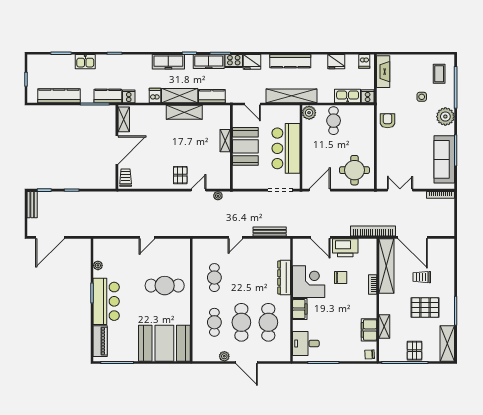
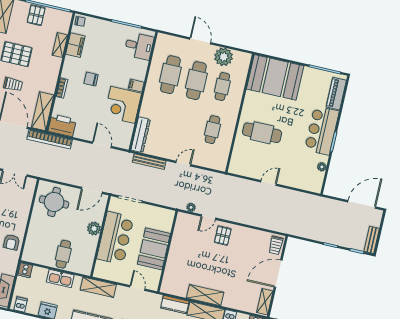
shelving: (291, 96) -> (98, 287), width x0.68
kitchen sink: (348, 96) -> (60, 278), moved
plant: (309, 113) -> (94, 229), moved
shelving: (225, 141) -> (172, 259), removed
printer: (345, 248) -> (62, 125), moved
shelving: (386, 266) -> (43, 111), width x0.68
dresser: (284, 278) -> (141, 135), moved
chair: (341, 278) -> (91, 79), moved
filing cabinet: (300, 309) -> (136, 86), width x0.50
plant: (224, 356) -> (224, 57), width x1.87, depth x1.87

